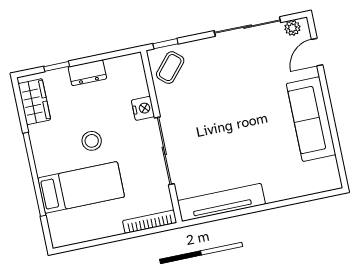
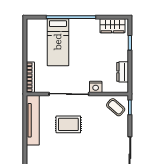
dresser: (87, 73) -> (123, 72), moved
stool: (92, 141) -> (83, 54), removed
rug: (216, 141) -> (68, 124), added

